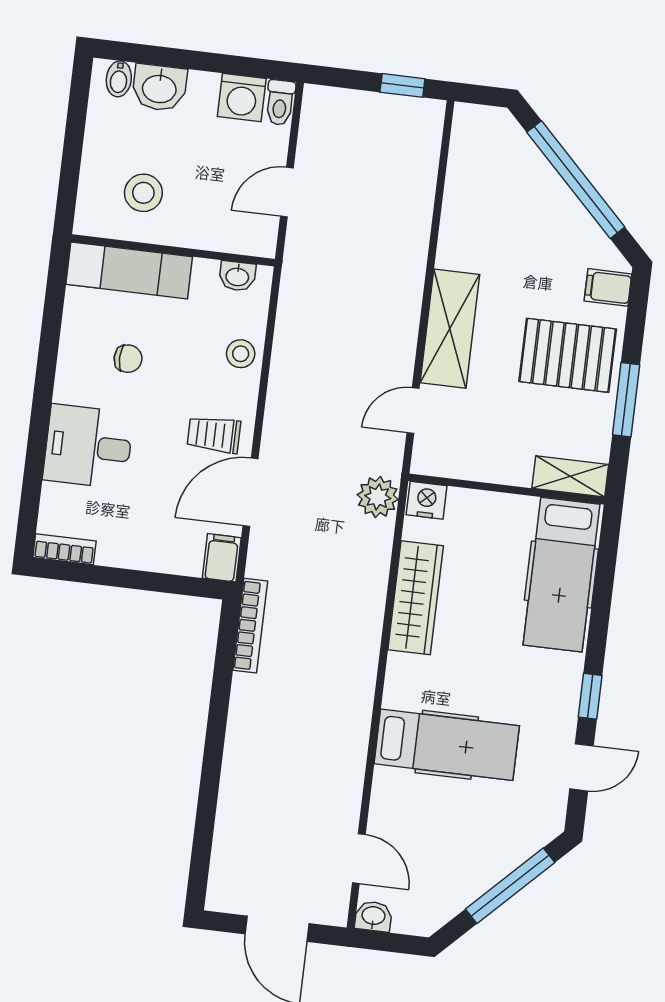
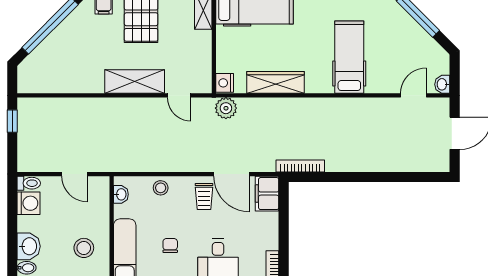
filing cabinet: (222, 558) -> (267, 194), width x2.00

